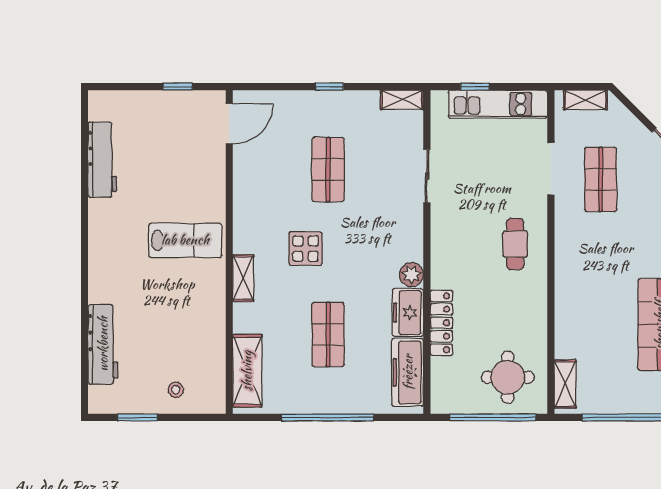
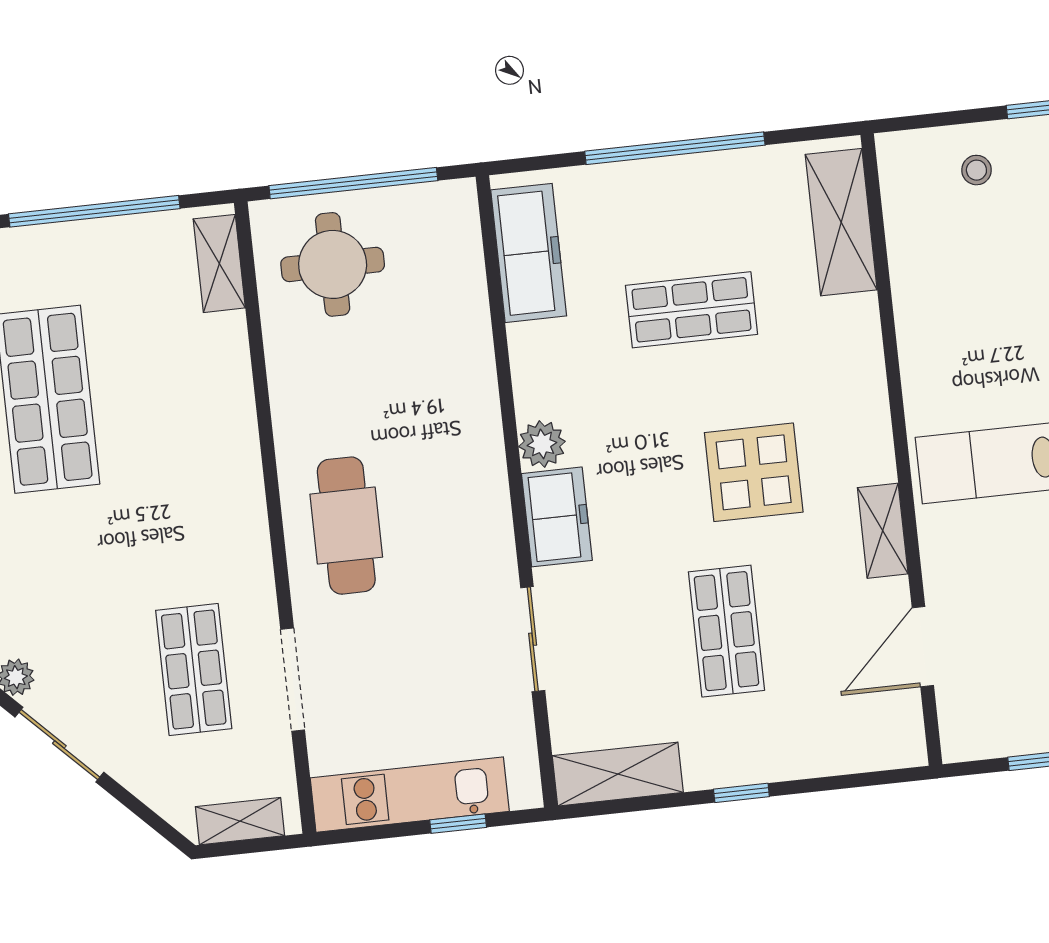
shelving: (402, 100) -> (618, 774), width x1.50, depth x1.33
door: (229, 124) -> (923, 647), moved
cafe table: (515, 244) -> (346, 526), width x1.37, depth x1.35
display table: (306, 249) -> (754, 472), width x1.36, depth x1.36
shelving: (243, 278) -> (883, 531), moved
freezer: (408, 312) -> (557, 517), moved
locker: (441, 323) -> (473, 357), removed
shop shelf: (328, 335) -> (692, 310), turned 90

